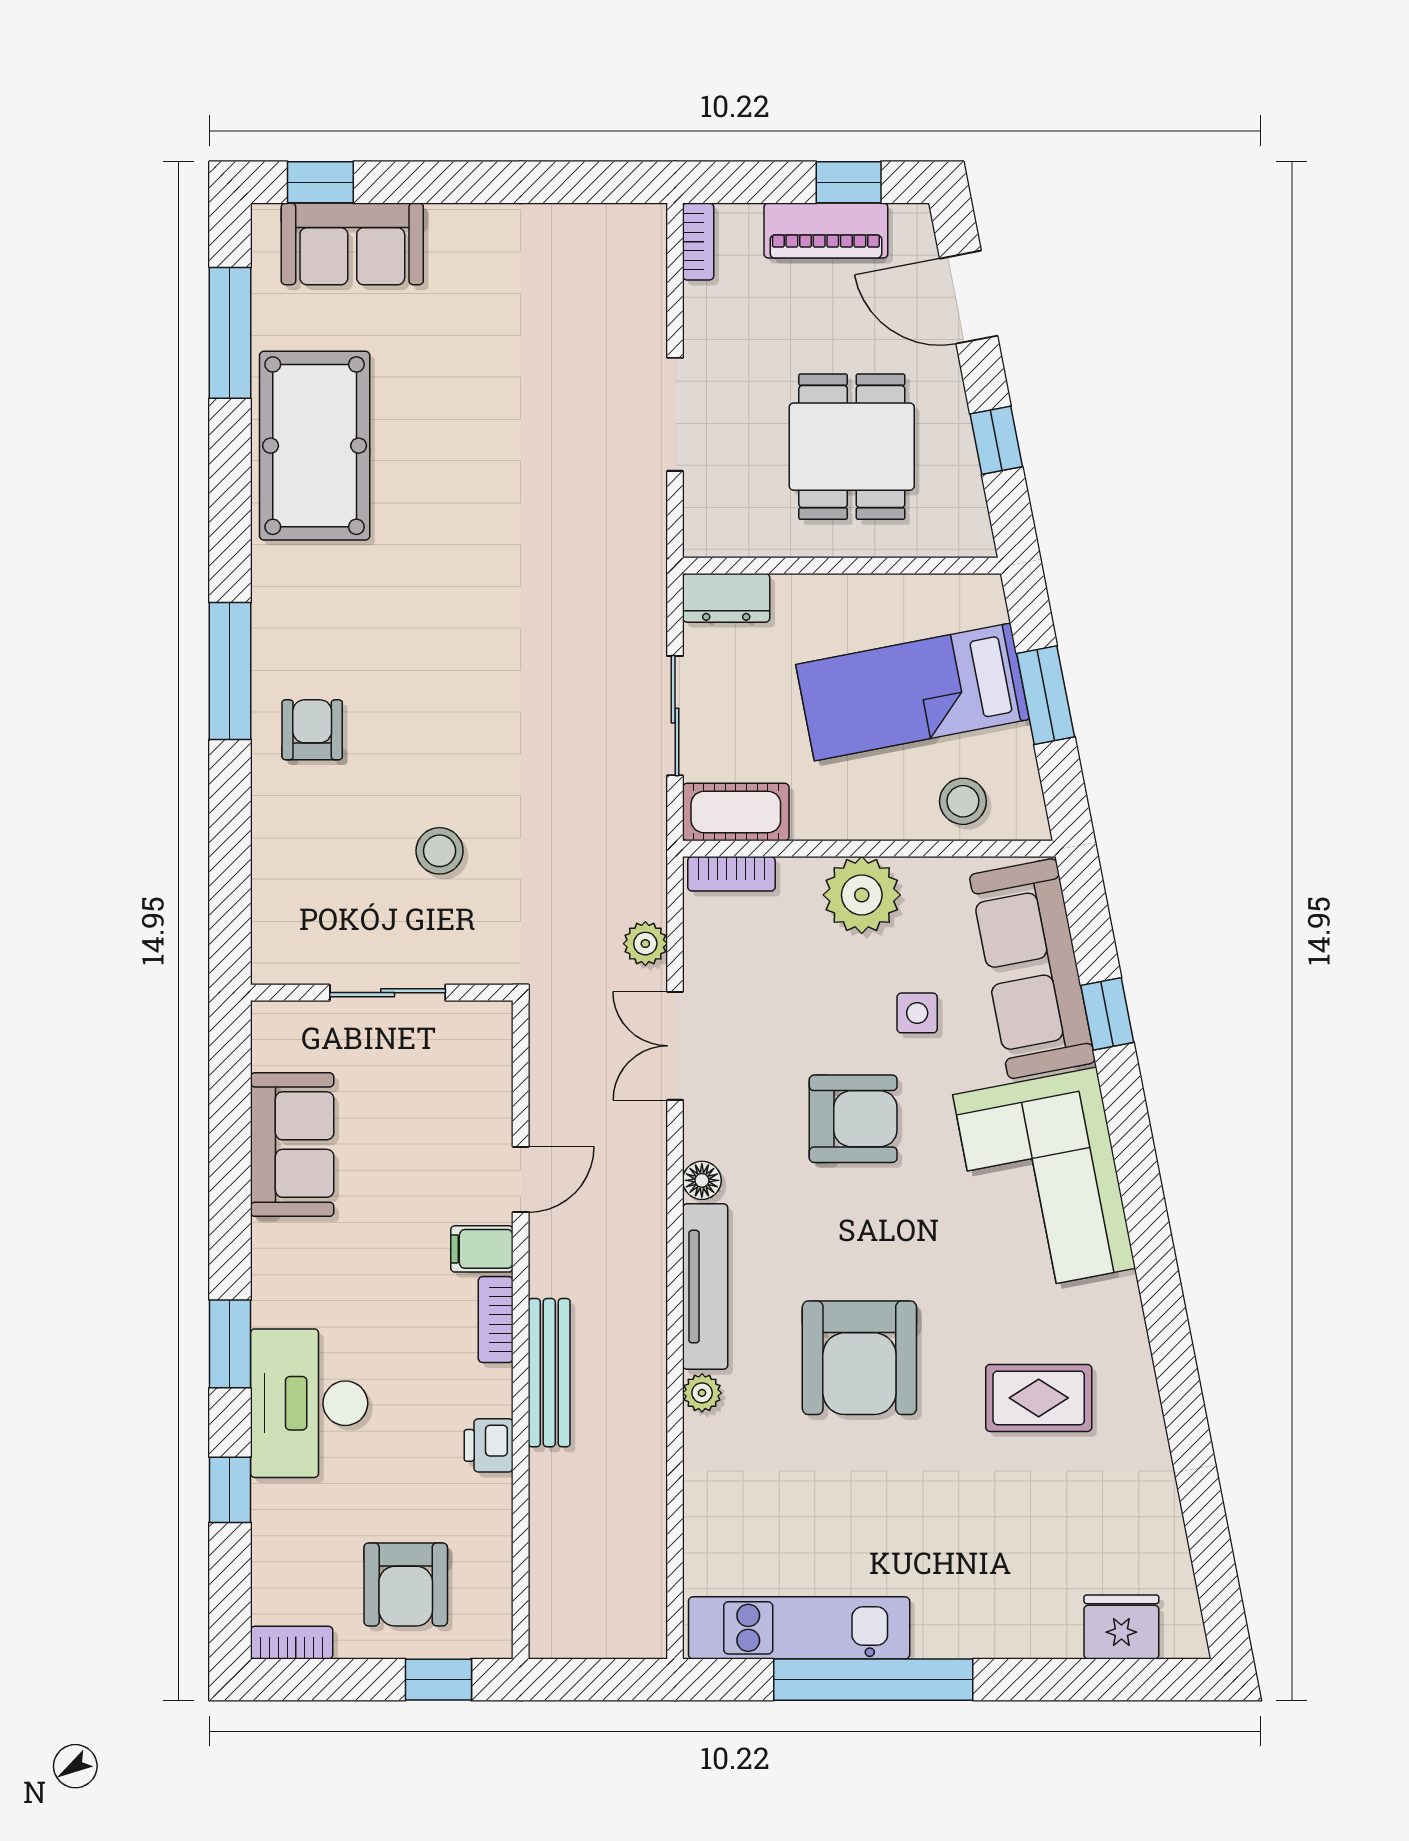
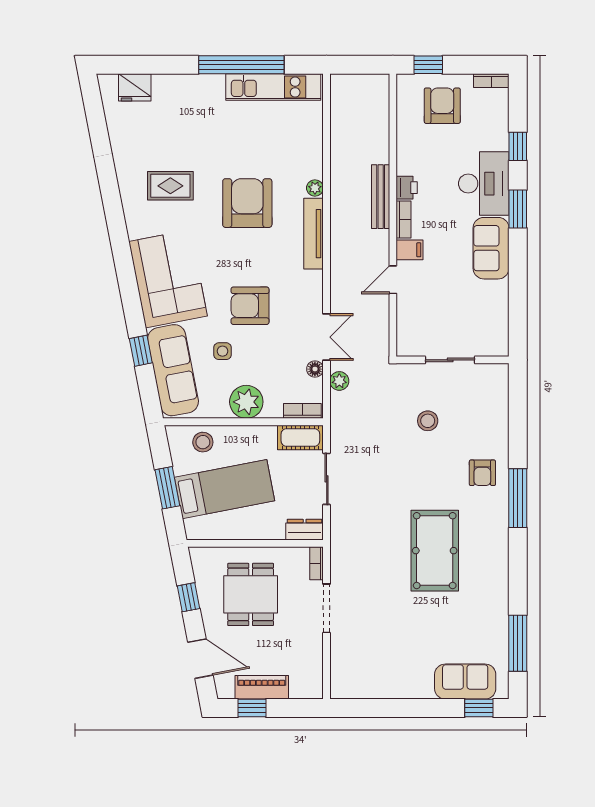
bookcase: (698, 242) -> (317, 563), moved
pool table: (315, 446) -> (435, 551), moved
sofa: (292, 1145) -> (491, 248), moved
floor lamp: (702, 1180) -> (315, 369), moved
printer: (489, 1445) -> (407, 188), moved

